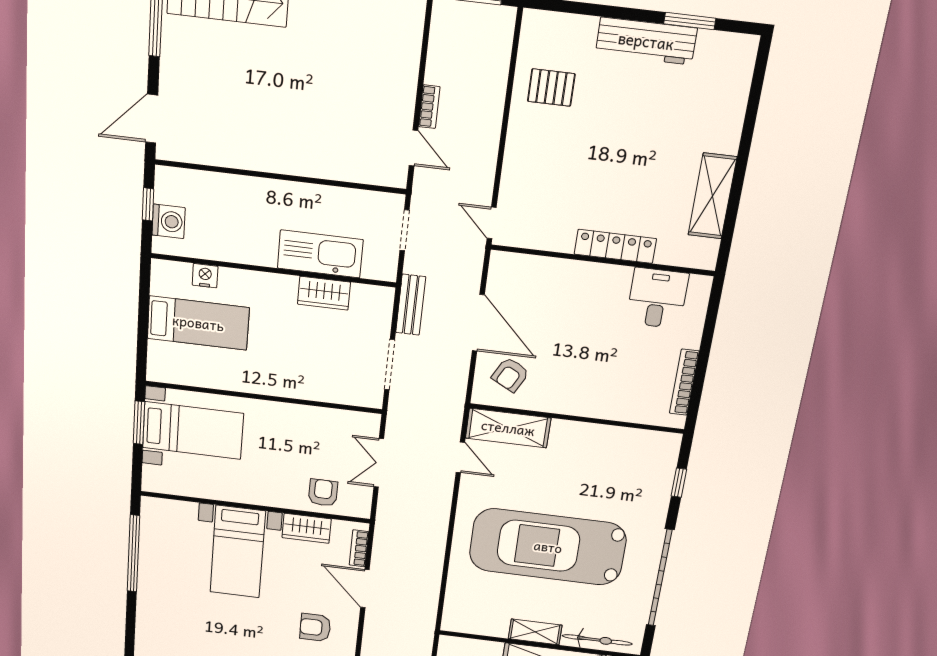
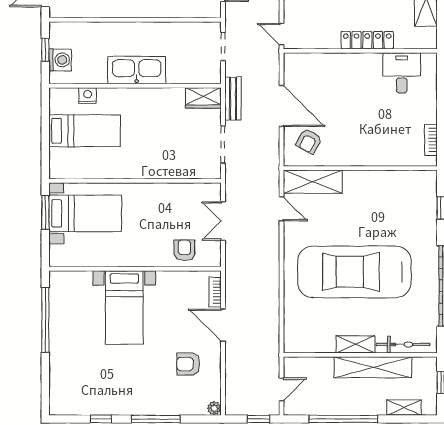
kitchen sink: (320, 254) -> (137, 70), moved
wardrobe: (324, 293) -> (203, 98), moved
bookcase: (684, 382) -> (431, 140), width x0.64
wardrobe: (307, 528) -> (175, 281), removed

